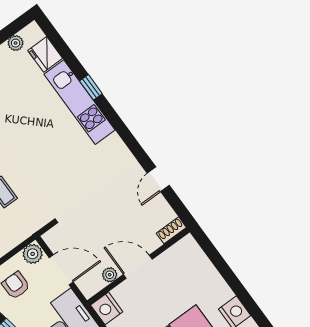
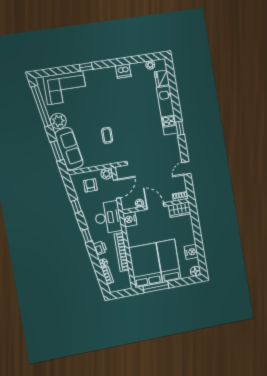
window: (91, 87) -> (180, 128), moved
wardrobe: (181, 253) -> (180, 210), added
door: (61, 270) -> (117, 189), hinge flipped

